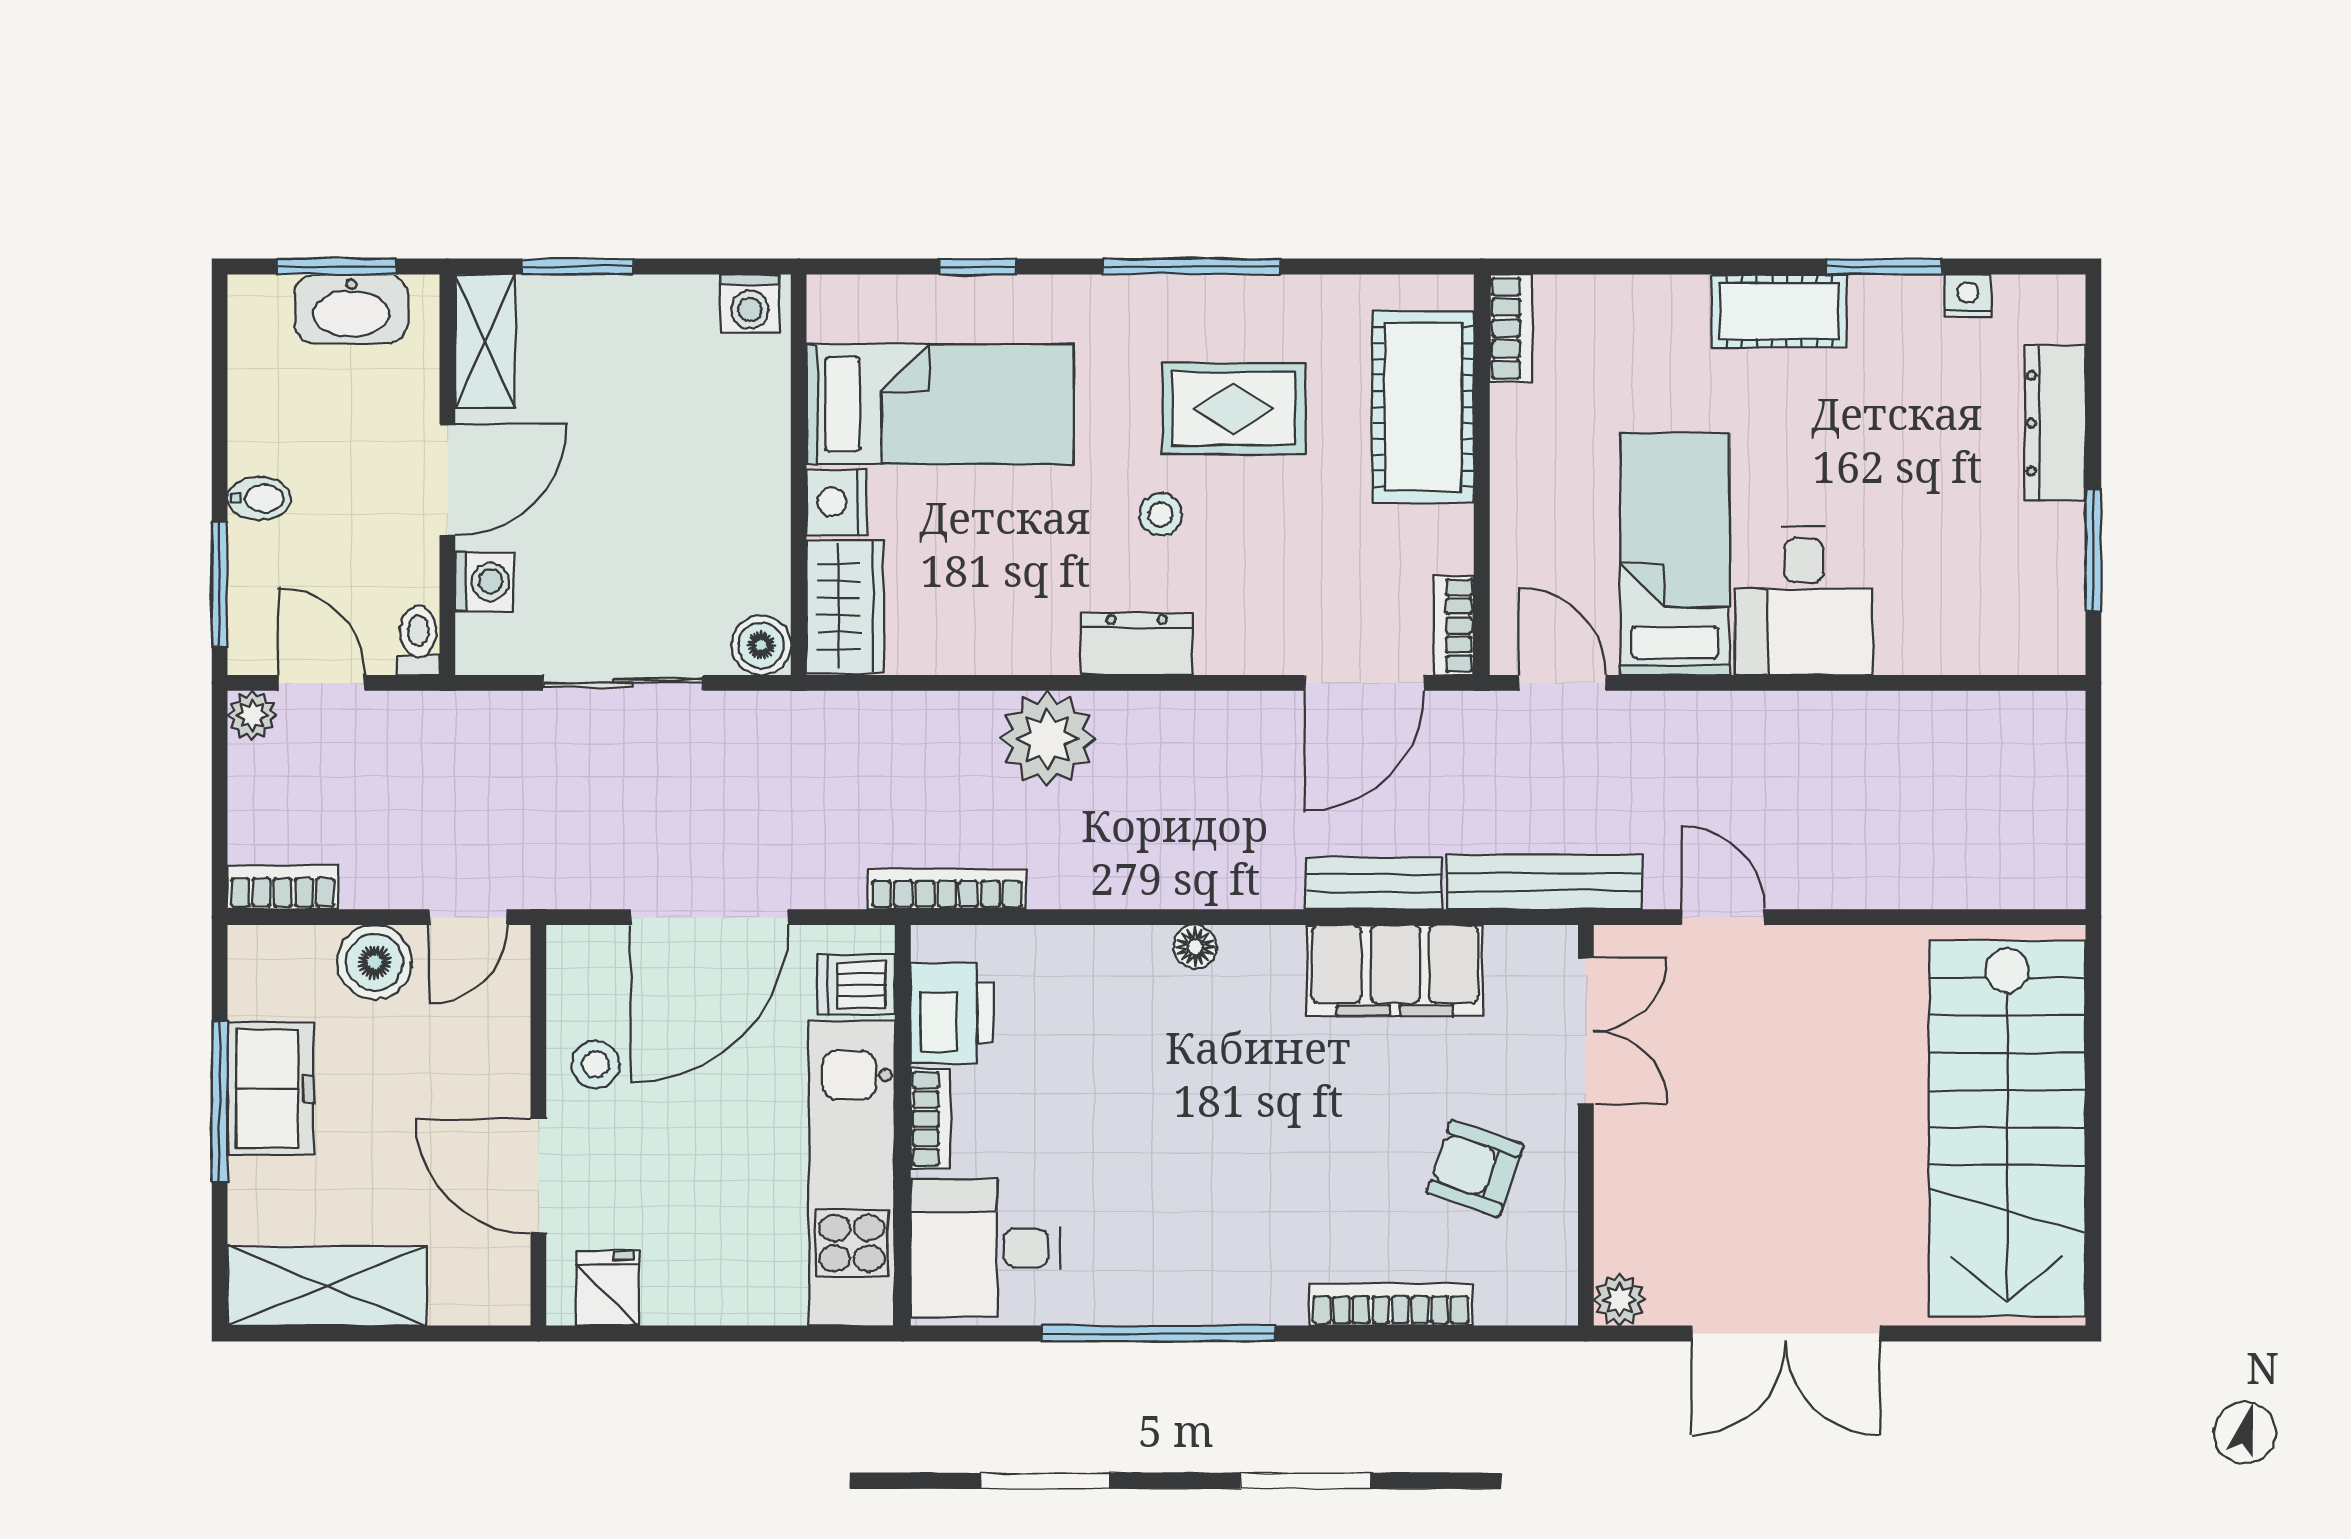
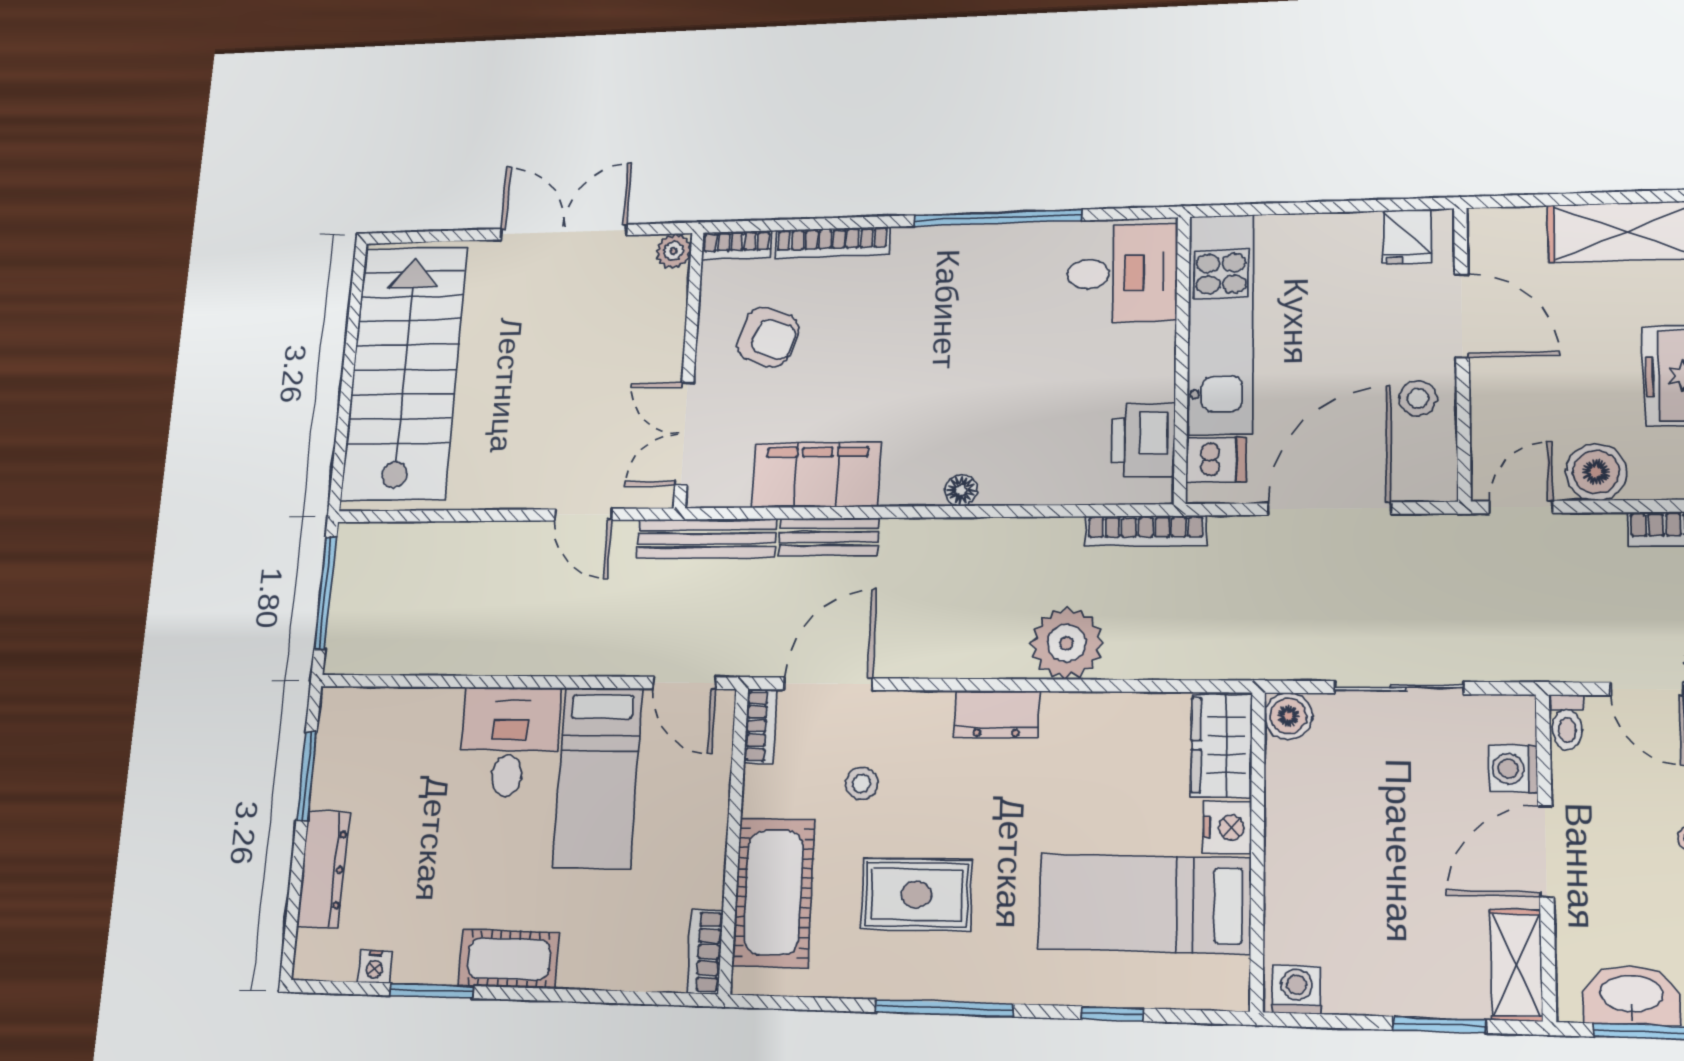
stool: (1160, 514) -> (862, 783), moved
window: (2093, 807) -> (325, 593), added
bookcase: (931, 1119) -> (737, 245), moved, turned -90

